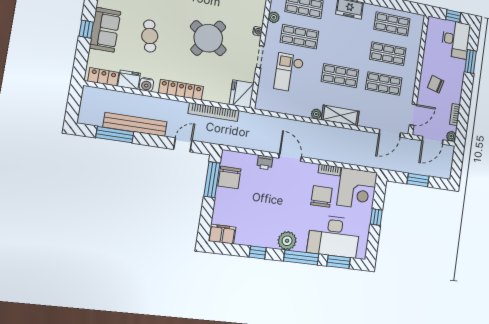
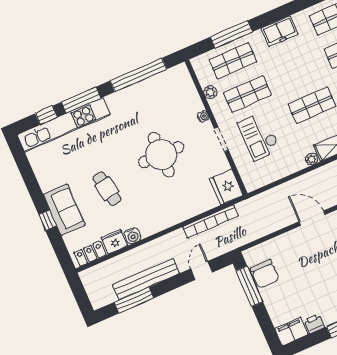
round table: (208, 38) -> (161, 155), turned -35
locker: (181, 90) -> (167, 220), removed
printer: (265, 162) -> (314, 324), moved, turned 180

